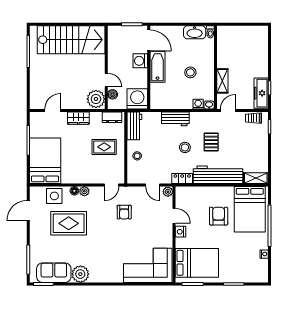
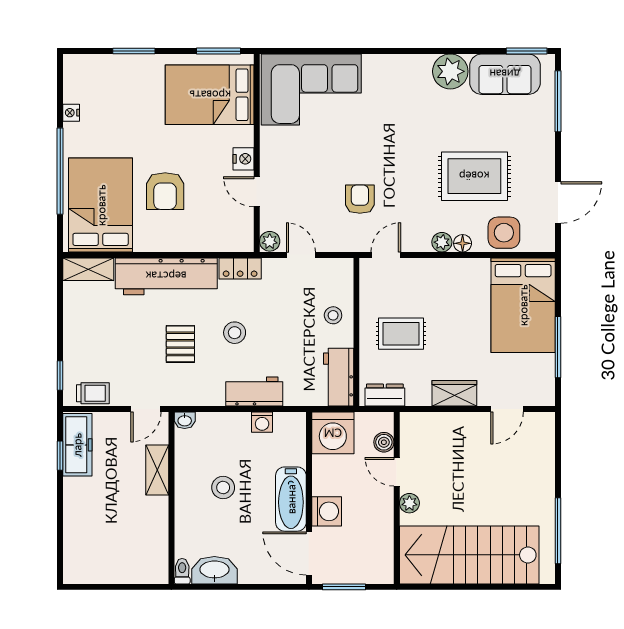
plant: (96, 99) -> (409, 503), moved, width x0.53, depth x0.53
washing machine: (198, 104) -> (262, 422), moved

